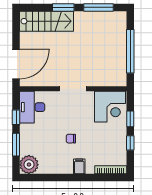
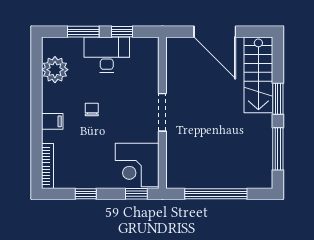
door: (16, 64) -> (215, 32), moved
desk: (32, 107) -> (107, 55), moved
window: (130, 119) -> (136, 194), moved
plant: (29, 165) -> (55, 70), moved

